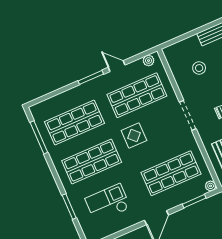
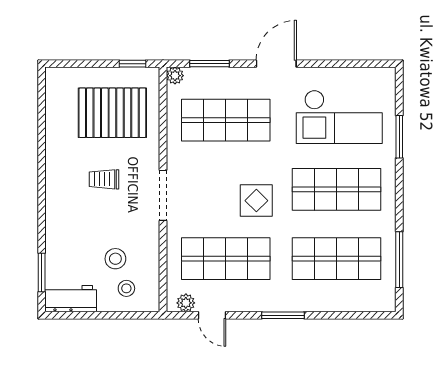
stool: (186, 54) -> (126, 288), added
door: (117, 66) -> (212, 315), moved
checkout: (108, 203) -> (339, 117), width x1.36, depth x1.21

